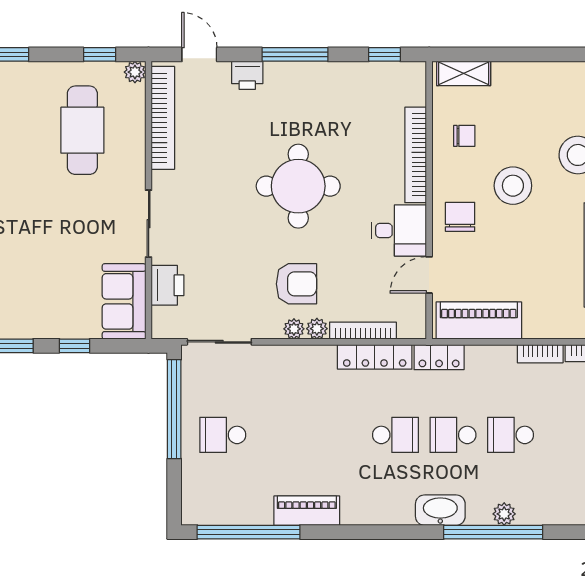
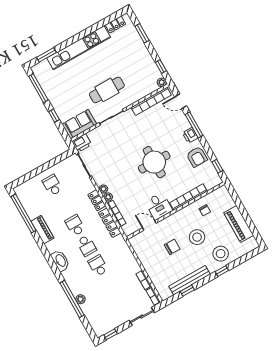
door: (199, 54) -> (181, 101), swing flipped
window: (295, 54) -> (194, 125), moved
shelving: (464, 73) -> (226, 198), removed
printer: (247, 75) -> (190, 135), moved
cafe table: (82, 130) -> (107, 90), moved
chair: (460, 217) -> (172, 247), moved
armchair: (296, 284) -> (197, 157), moved
printer: (168, 285) -> (82, 143), moved
piano: (479, 321) -> (239, 224), moved, turned 180
locker: (439, 357) -> (97, 200), moved
window: (174, 409) -> (52, 163), removed
school desk: (511, 435) -> (75, 225), moved
washbasin: (440, 510) -> (60, 261), moved

